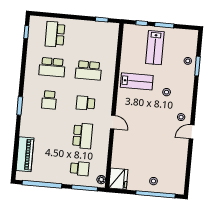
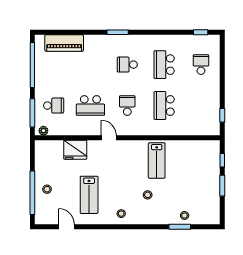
school desk: (55, 34) -> (201, 65), width x0.54
lab bench: (155, 48) -> (89, 195), moved, turned -90
door: (113, 122) -> (109, 138), swing flipped
door: (192, 132) -> (66, 227), moved
school desk: (80, 169) -> (54, 106), turned -90
fridge: (118, 179) -> (75, 150), moved

